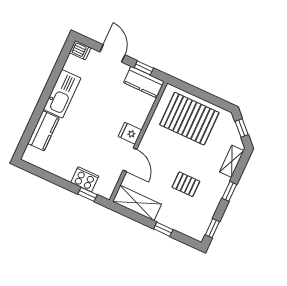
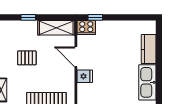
cooker: (85, 179) -> (86, 28), moved

